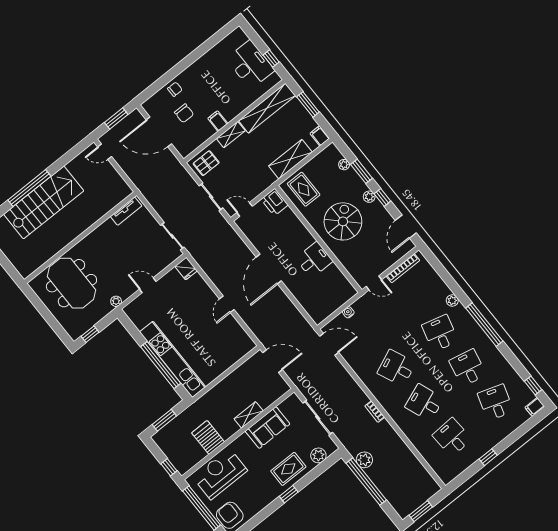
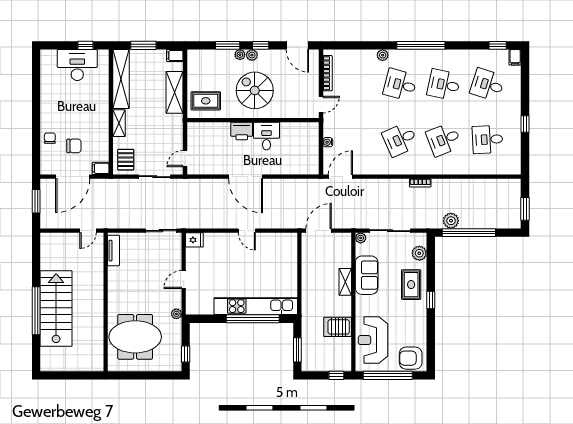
filing cabinet: (218, 121) -> (101, 168), moved
door: (105, 152) -> (88, 231), moved
plant: (344, 165) -> (240, 55), moved
printer: (275, 202) -> (242, 131), moved
plant: (293, 399) -> (361, 238), added

